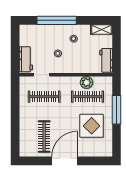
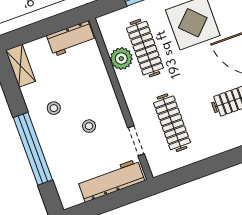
workbench: (26, 59) -> (111, 181), width x1.38

